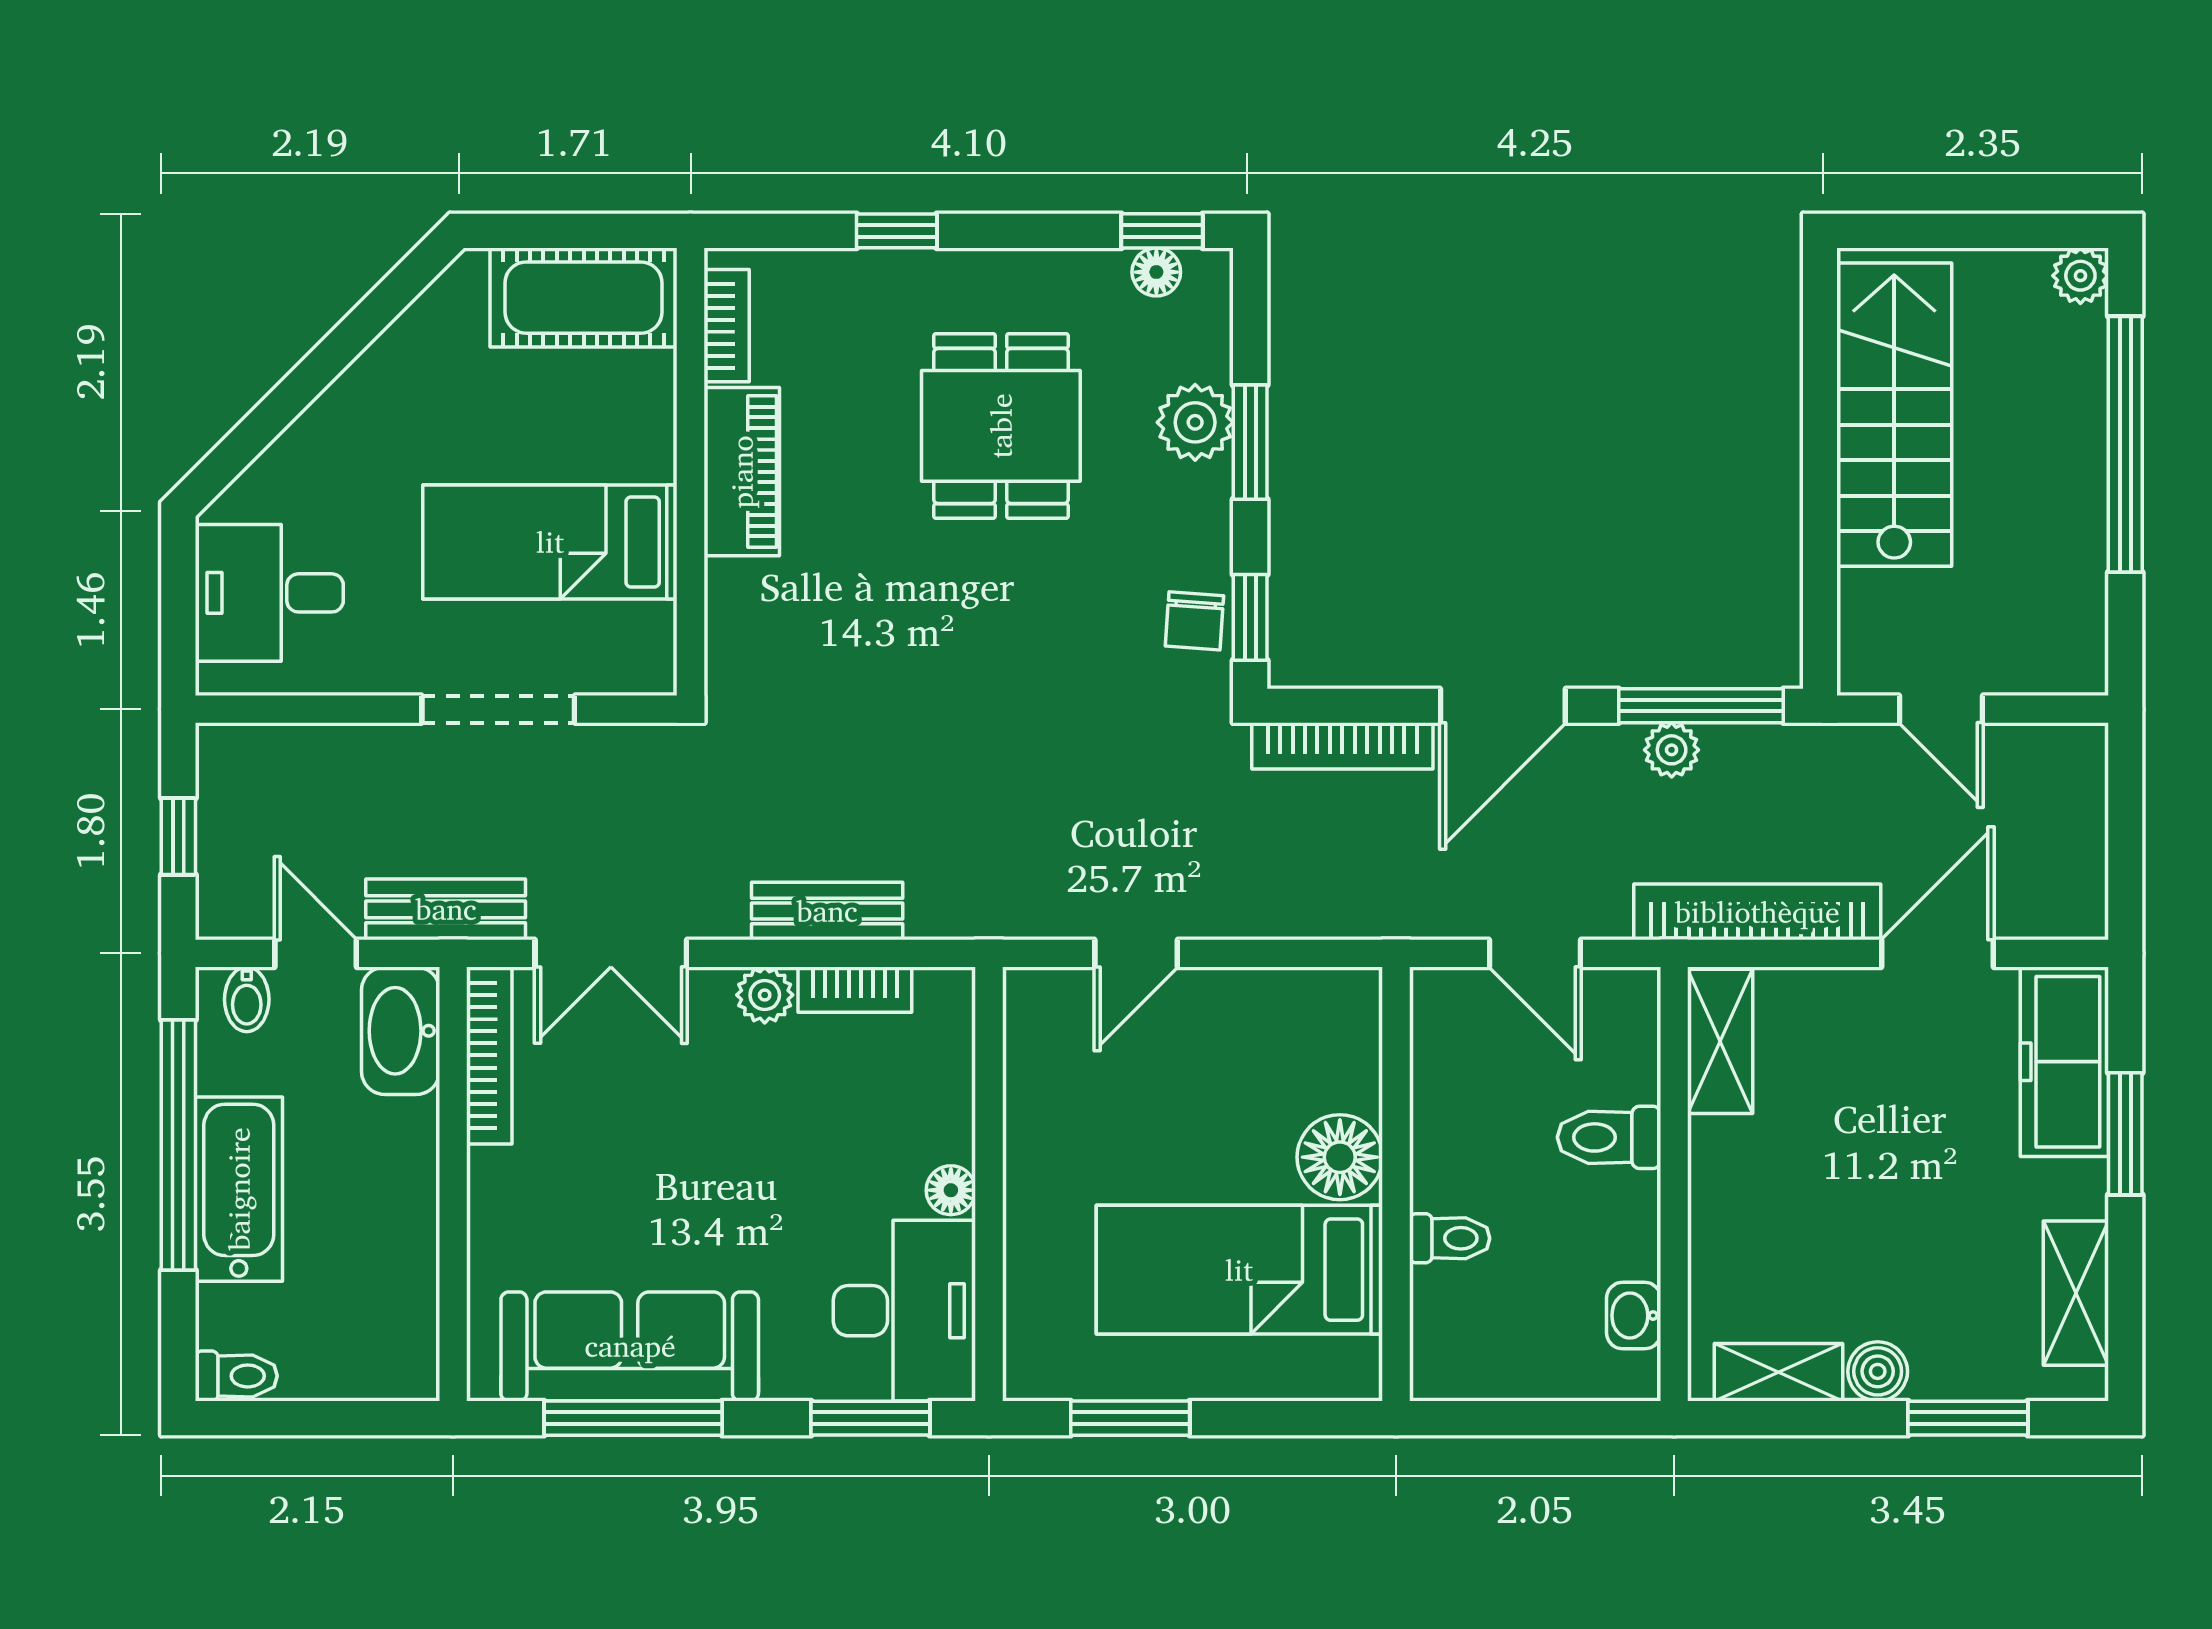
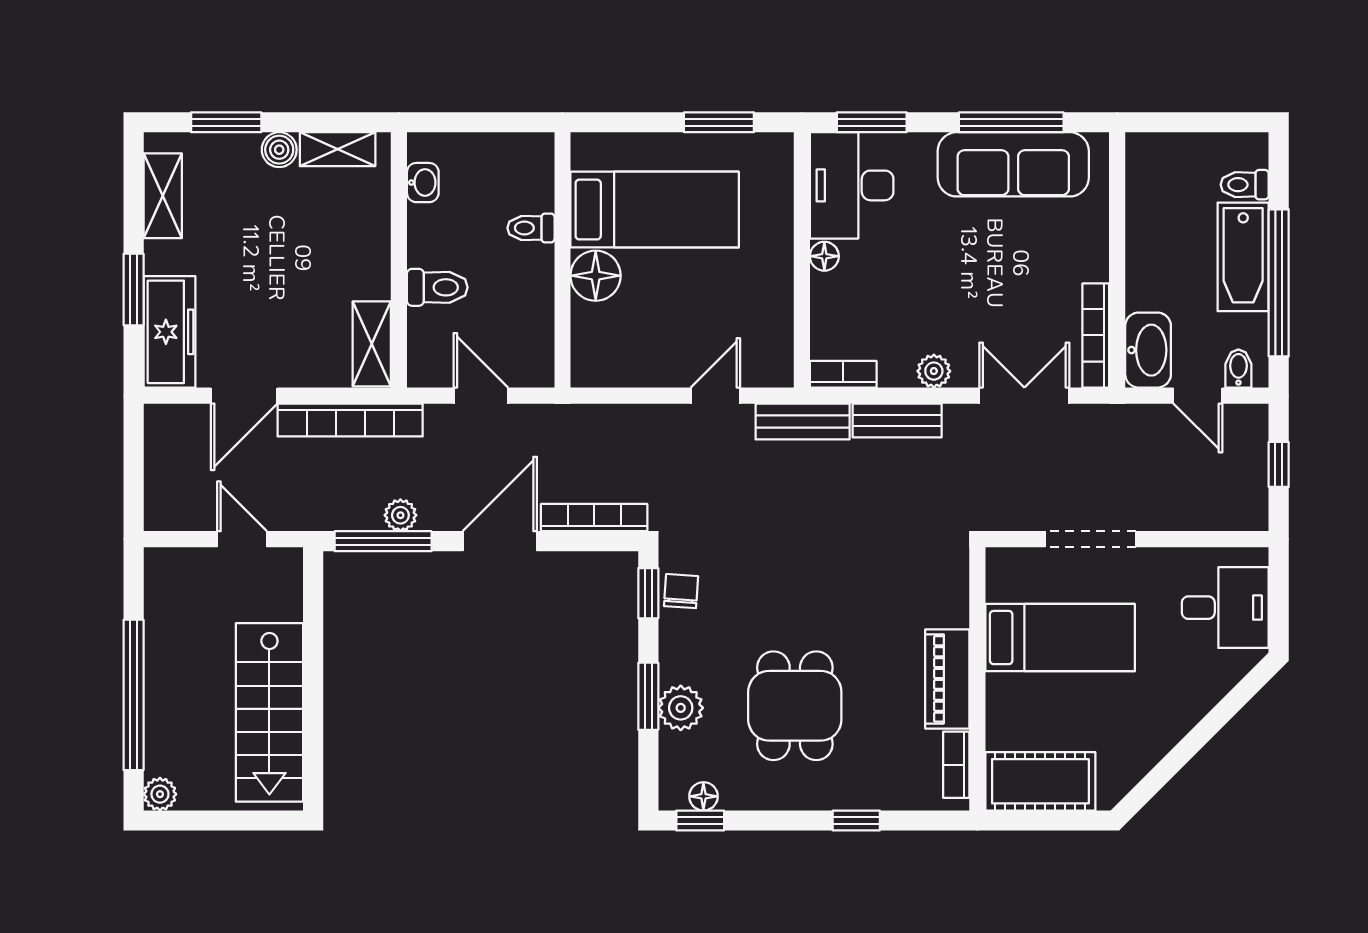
bench: (446, 909) -> (803, 421), moved
bookcase: (855, 990) -> (843, 374), moved
toilet: (236, 1376) -> (1245, 185), moved

